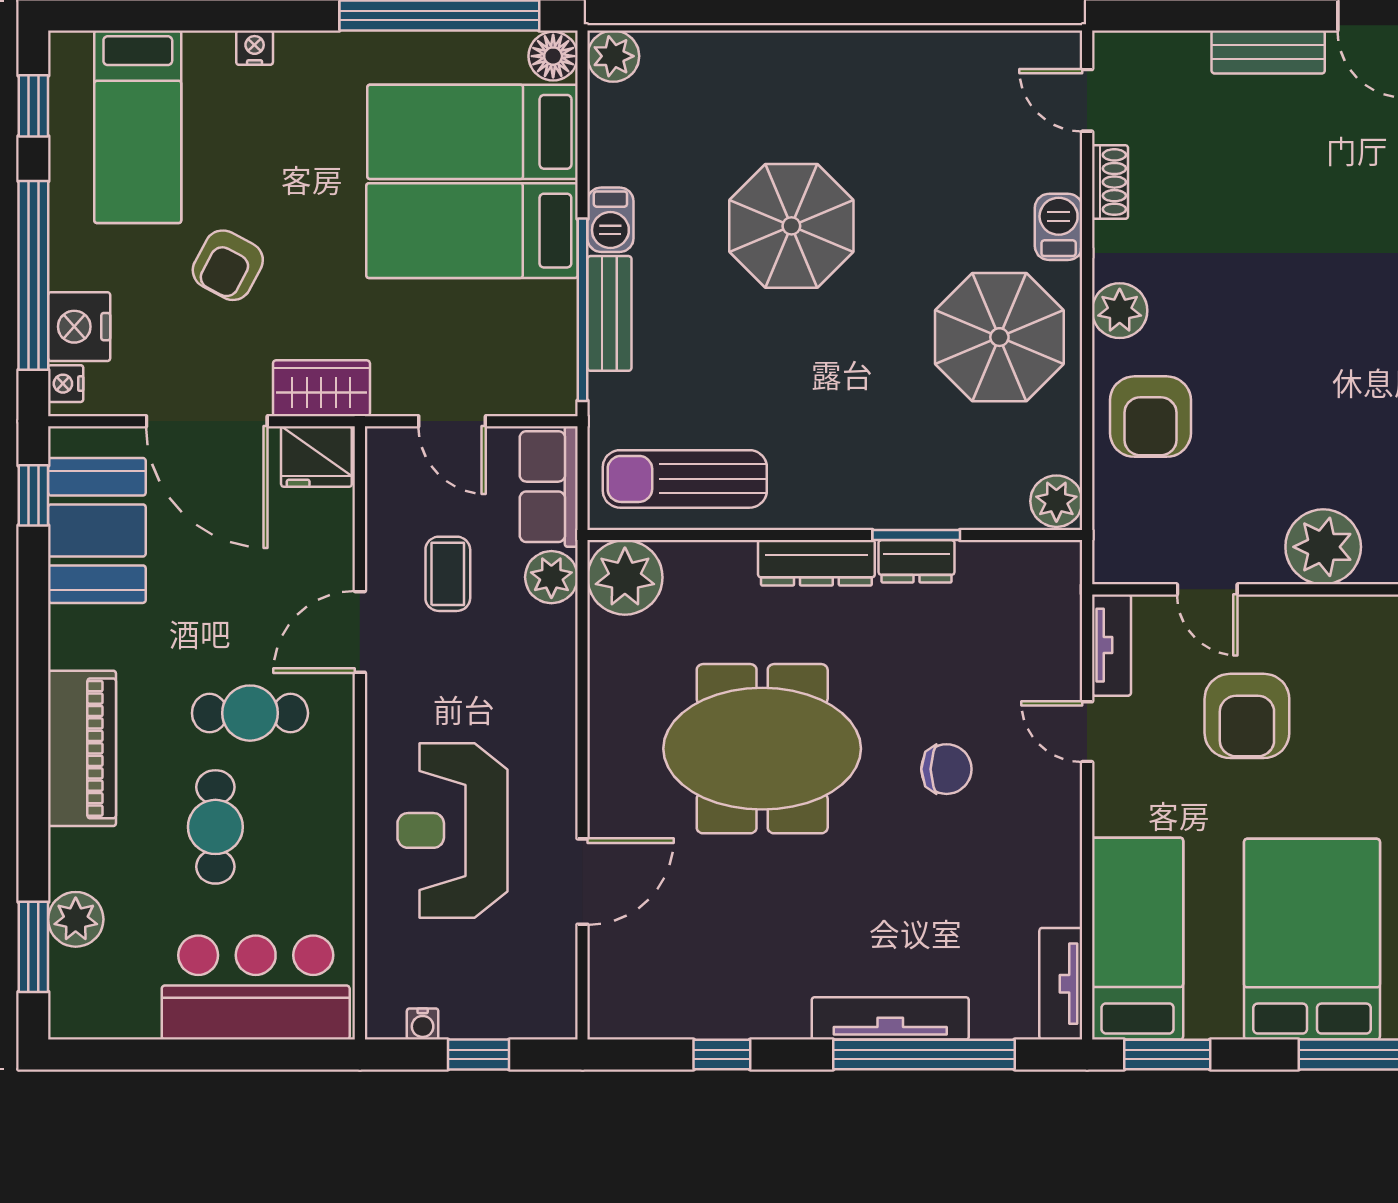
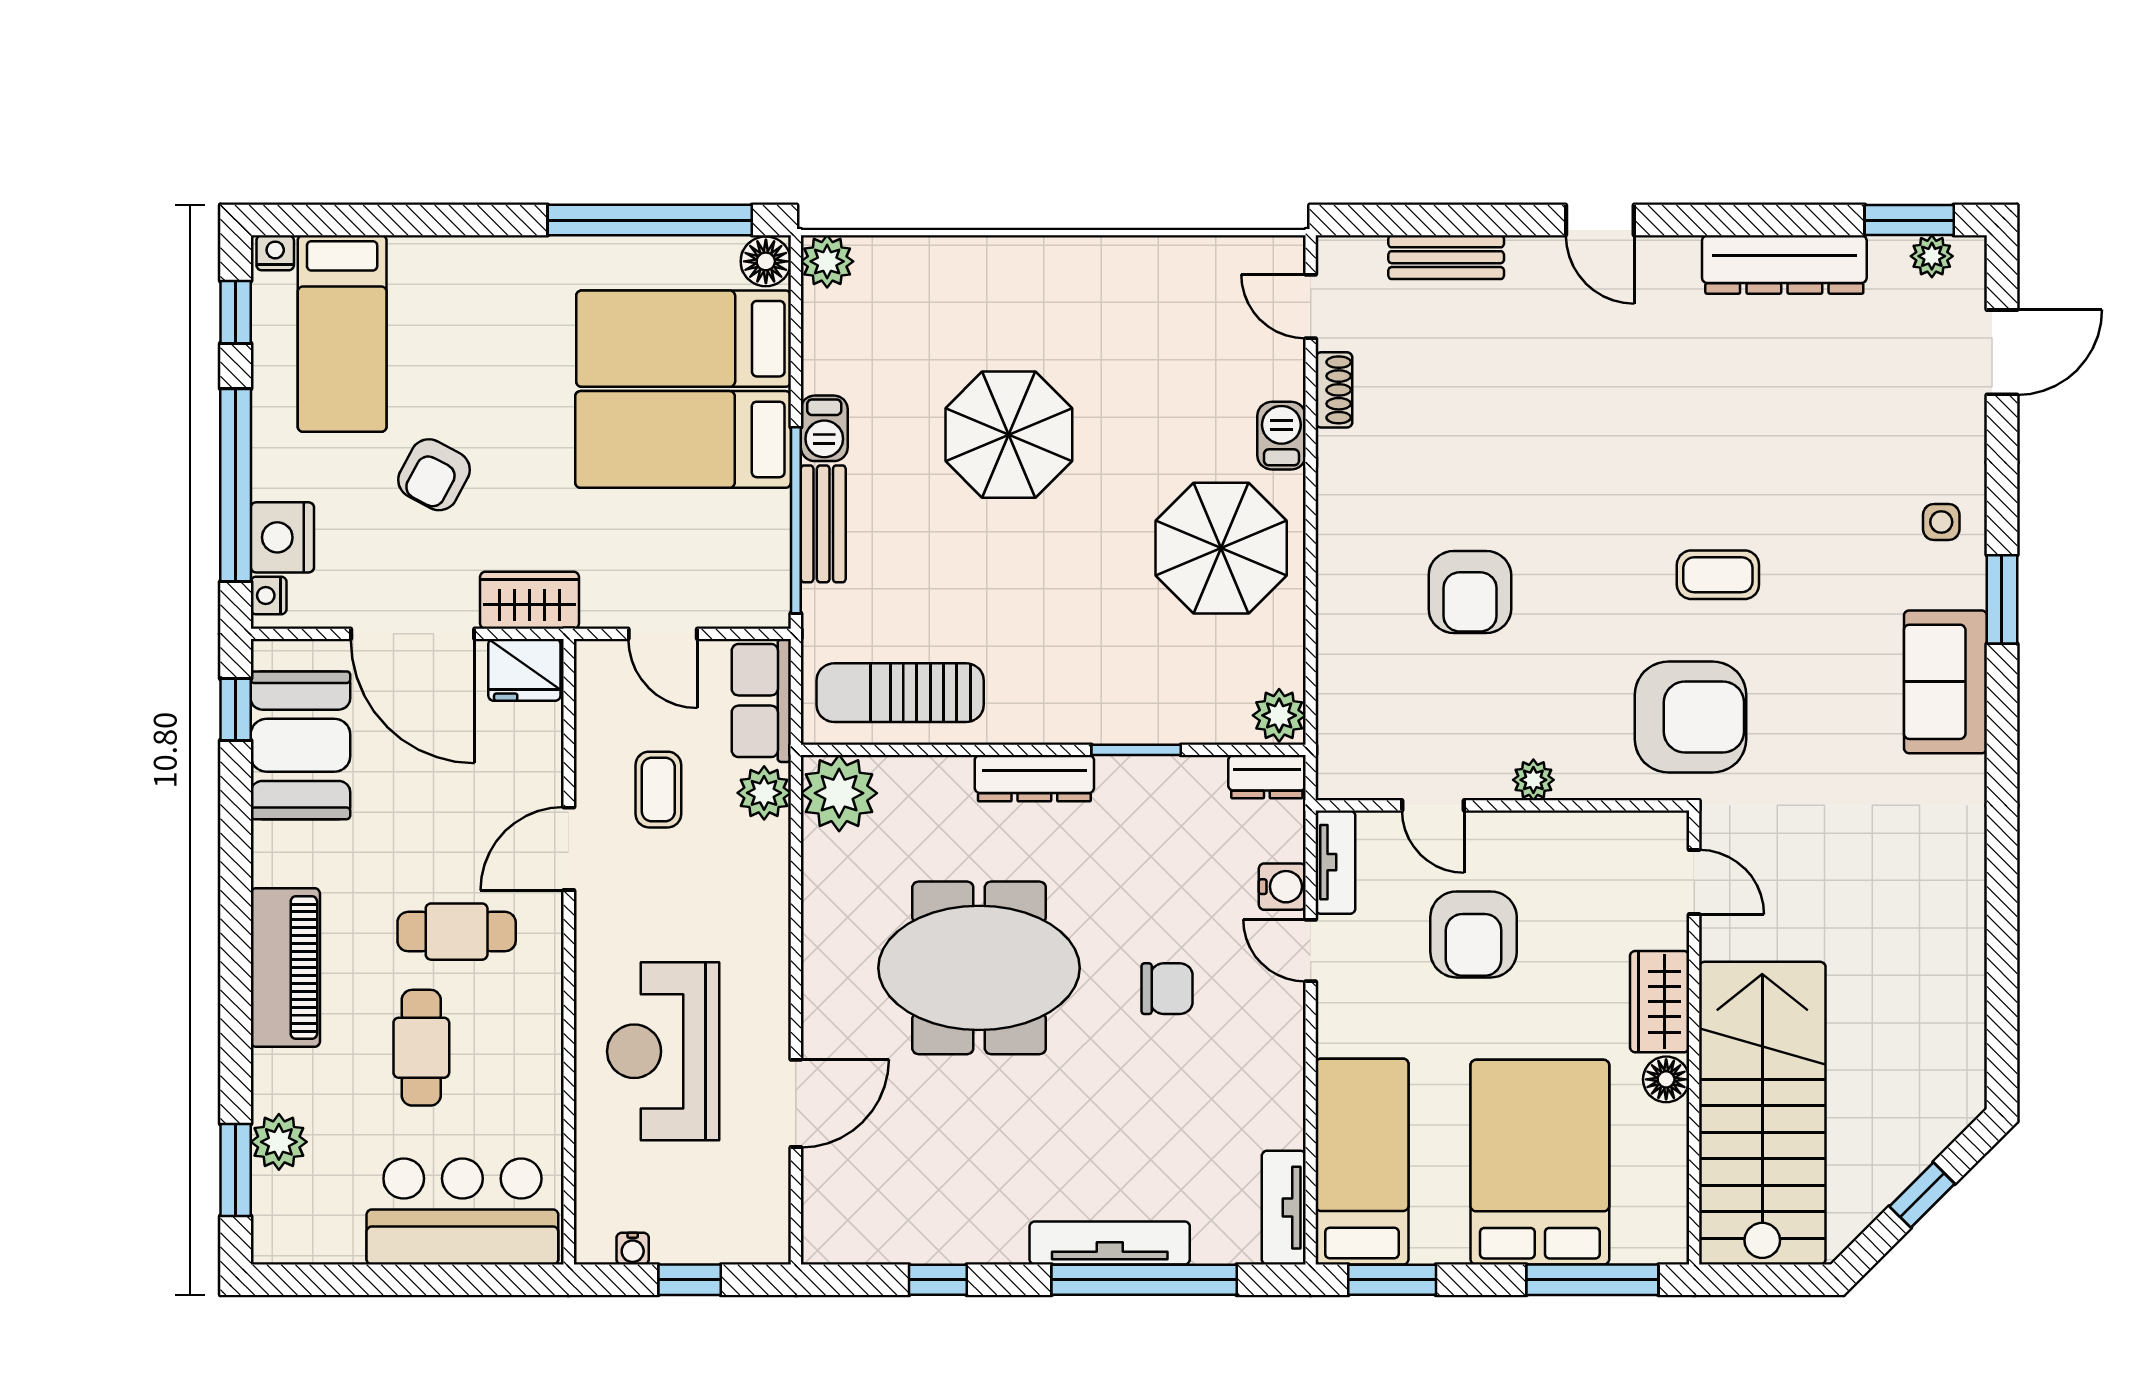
nightstand: (255, 48) -> (275, 253), moved
bench: (1268, 52) -> (1446, 257), moved
plant: (1120, 311) -> (1344, 521), removed
armchair: (1150, 417) -> (1470, 592), moved
plant: (1323, 547) -> (1533, 780), width x0.53, depth x0.53
dresser: (917, 561) -> (1267, 777), moved
water cooler: (1059, 669) -> (1282, 887), added

